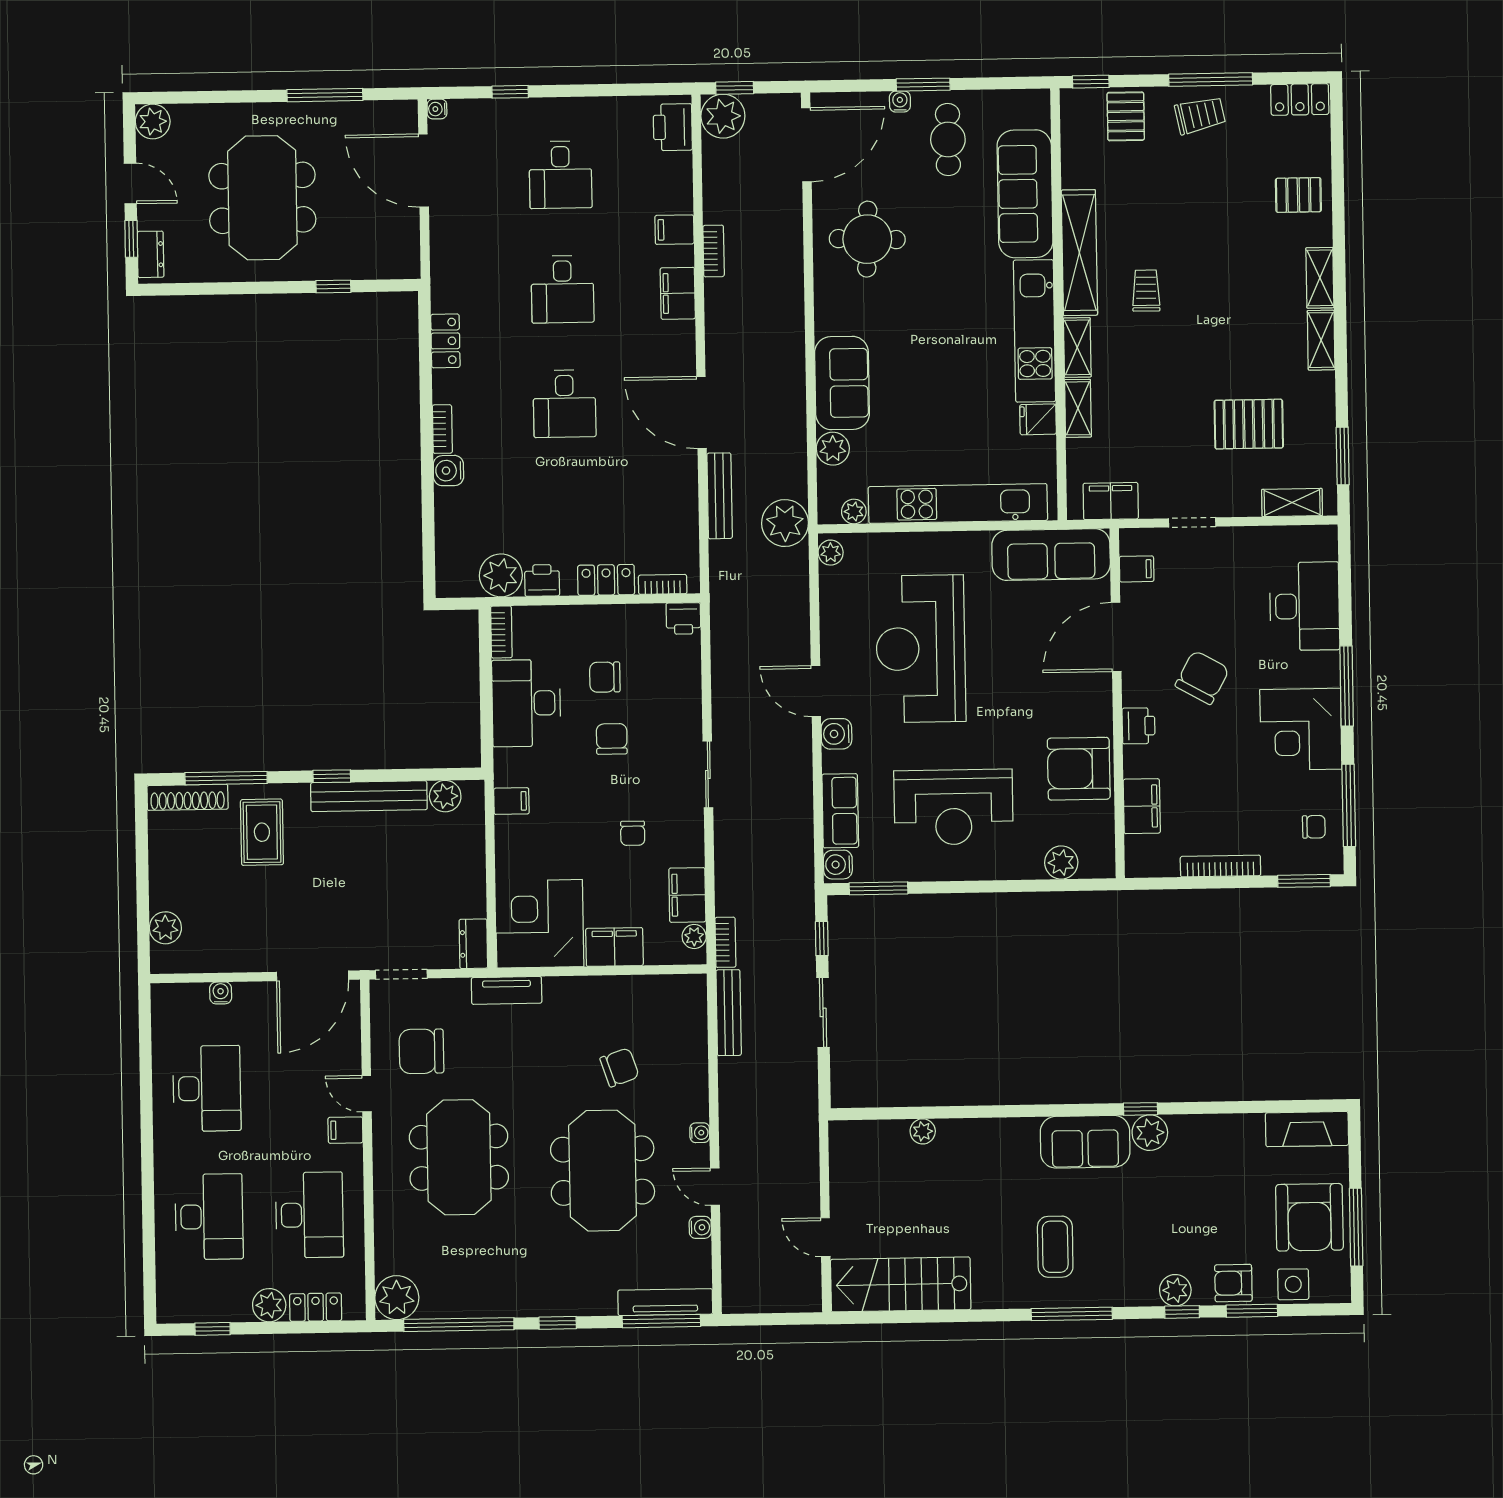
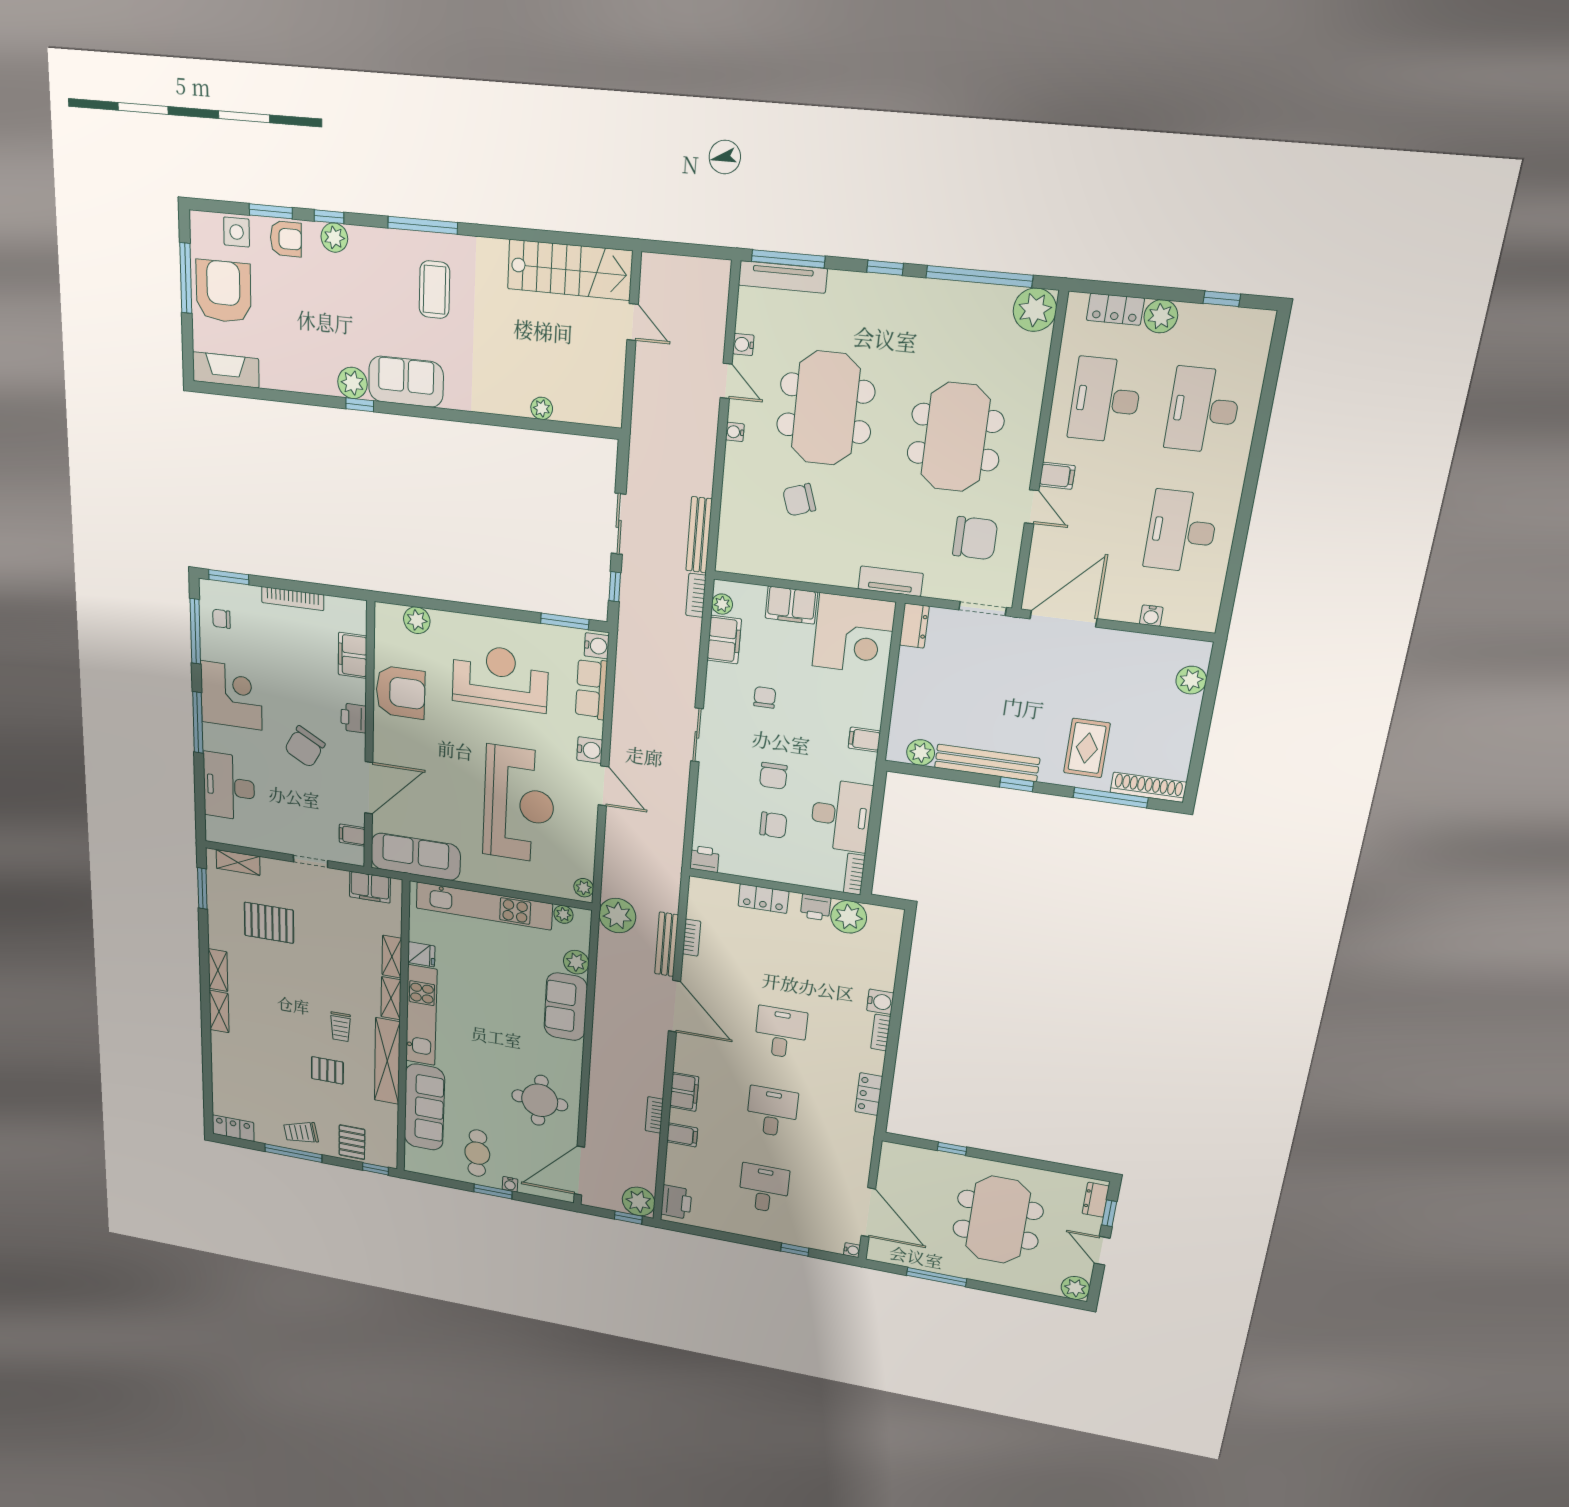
pallet: (1298, 195) -> (327, 1070), moved
bookcase: (663, 584) -> (692, 938), moved, turned -90

